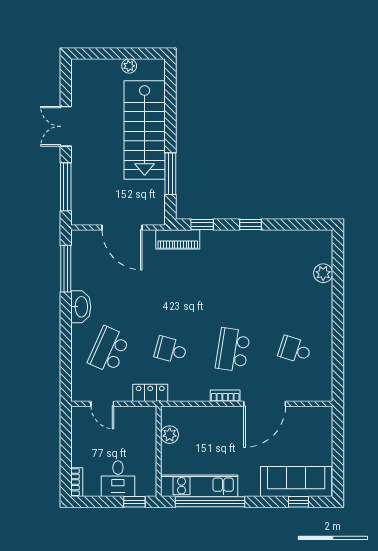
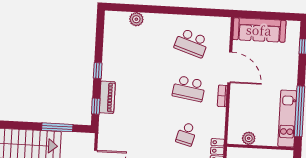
piano: (178, 239) -> (107, 97), moved
school desk: (295, 350) -> (191, 43), width x1.85
sofa: (296, 482) -> (259, 30), moved, turned -90

